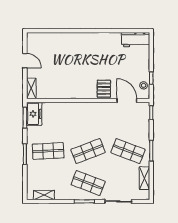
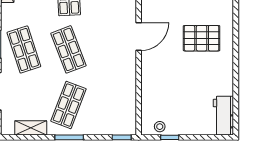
pallet: (104, 89) -> (202, 38), moved, width x1.50, depth x1.42
door: (127, 101) -> (139, 36), moved
shop shelf: (88, 183) -> (24, 49), turned -39

